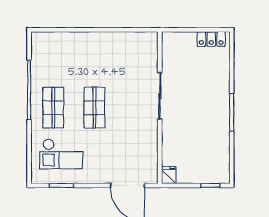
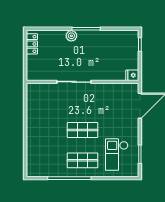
plant: (222, 93) -> (71, 36), added
checkout: (61, 154) -> (117, 155), turned 180

